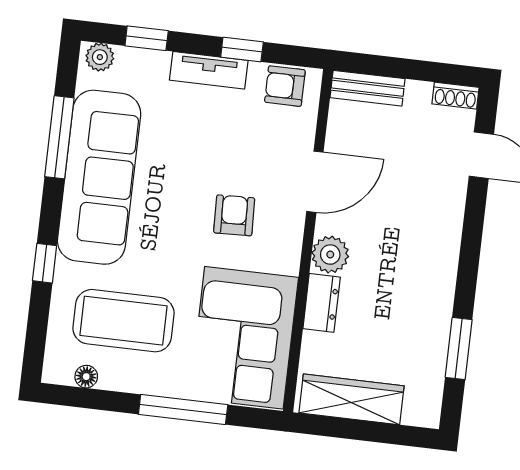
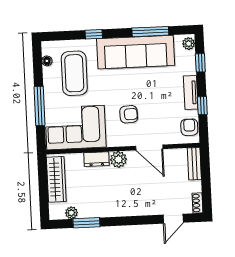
plant: (431, 378) -> (71, 213), added

